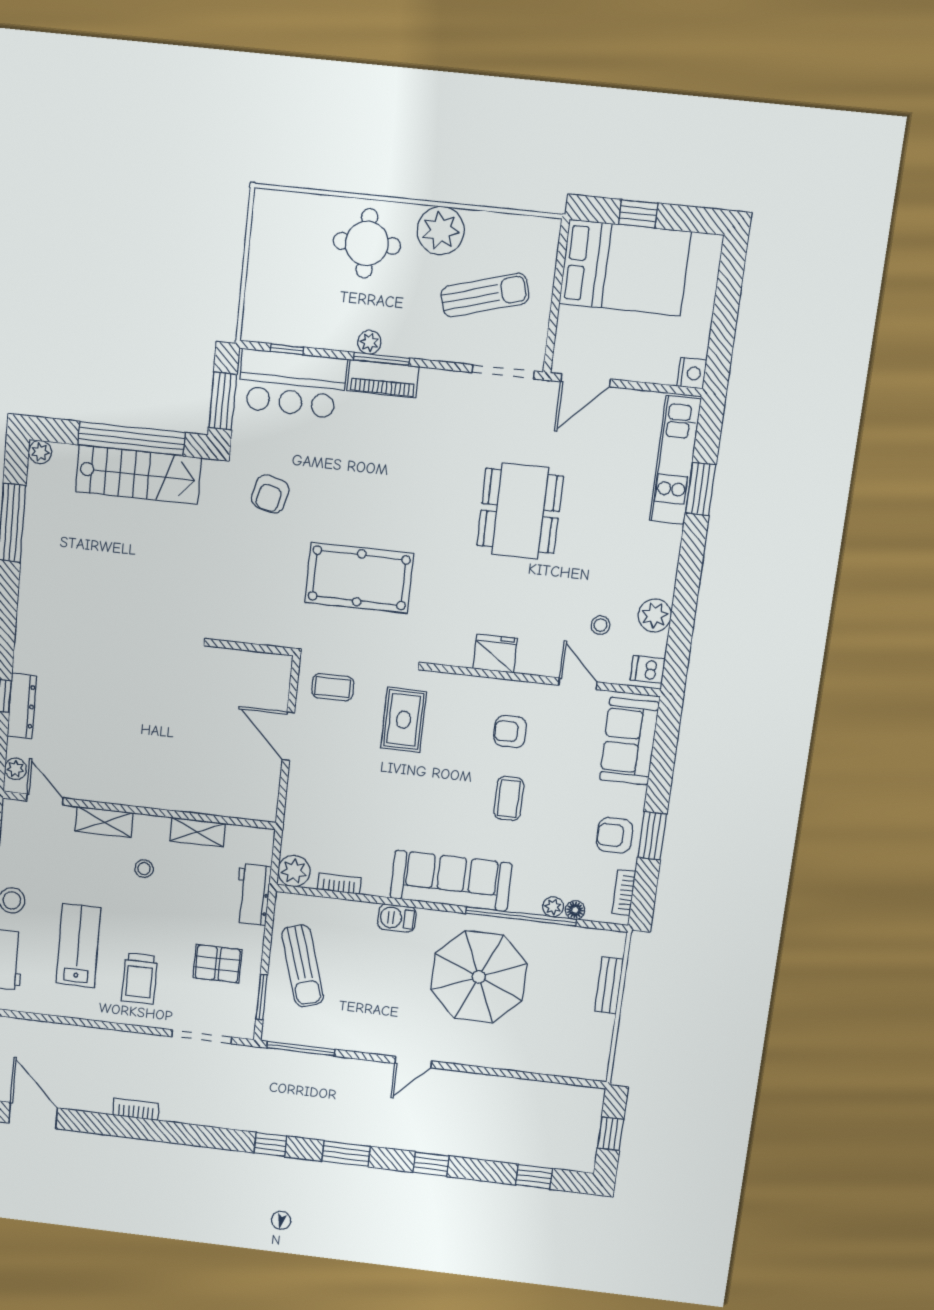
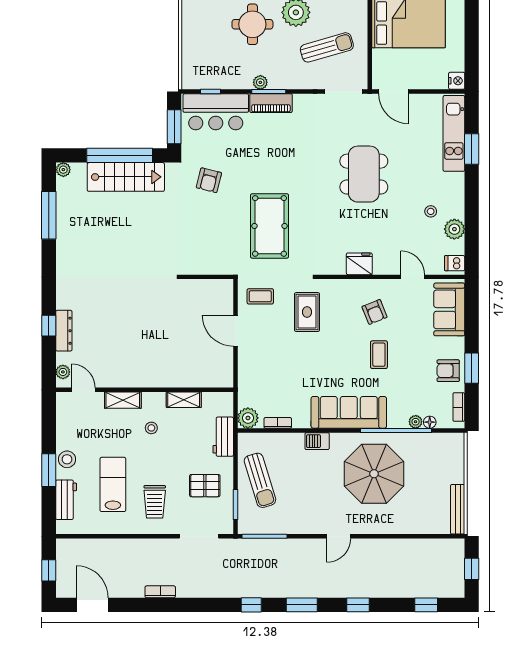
door: (586, 380) -> (394, 92), hinge flipped
pool table: (359, 578) -> (270, 226), turned 90
stool: (600, 625) -> (431, 211), moved
armchair: (510, 732) -> (375, 312), turned -112
bench: (609, 985) -> (458, 509), moved, width x1.36

